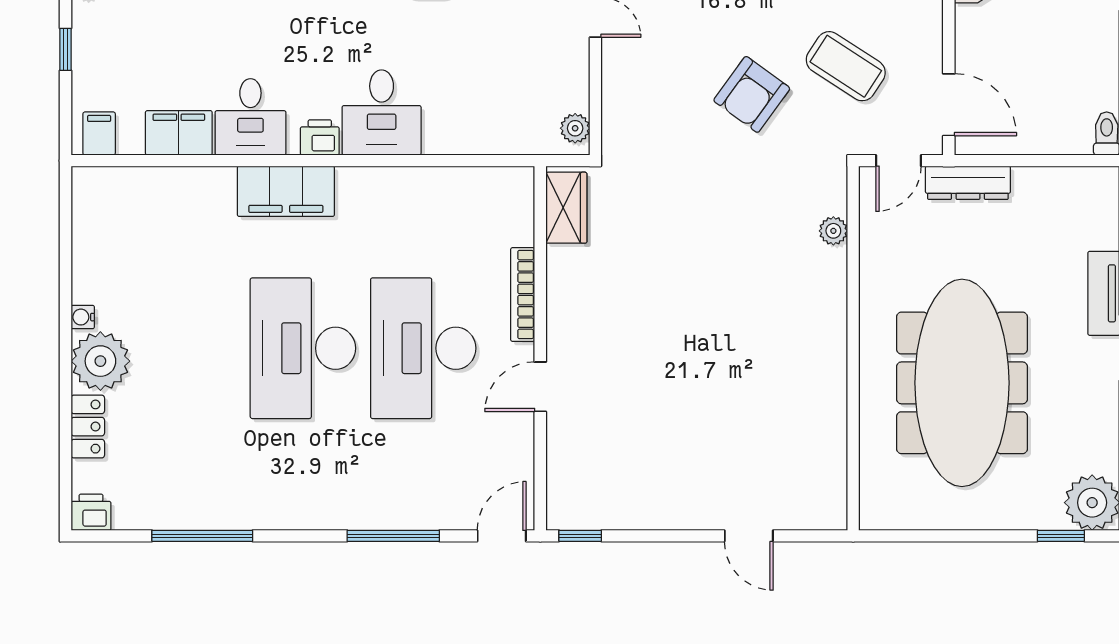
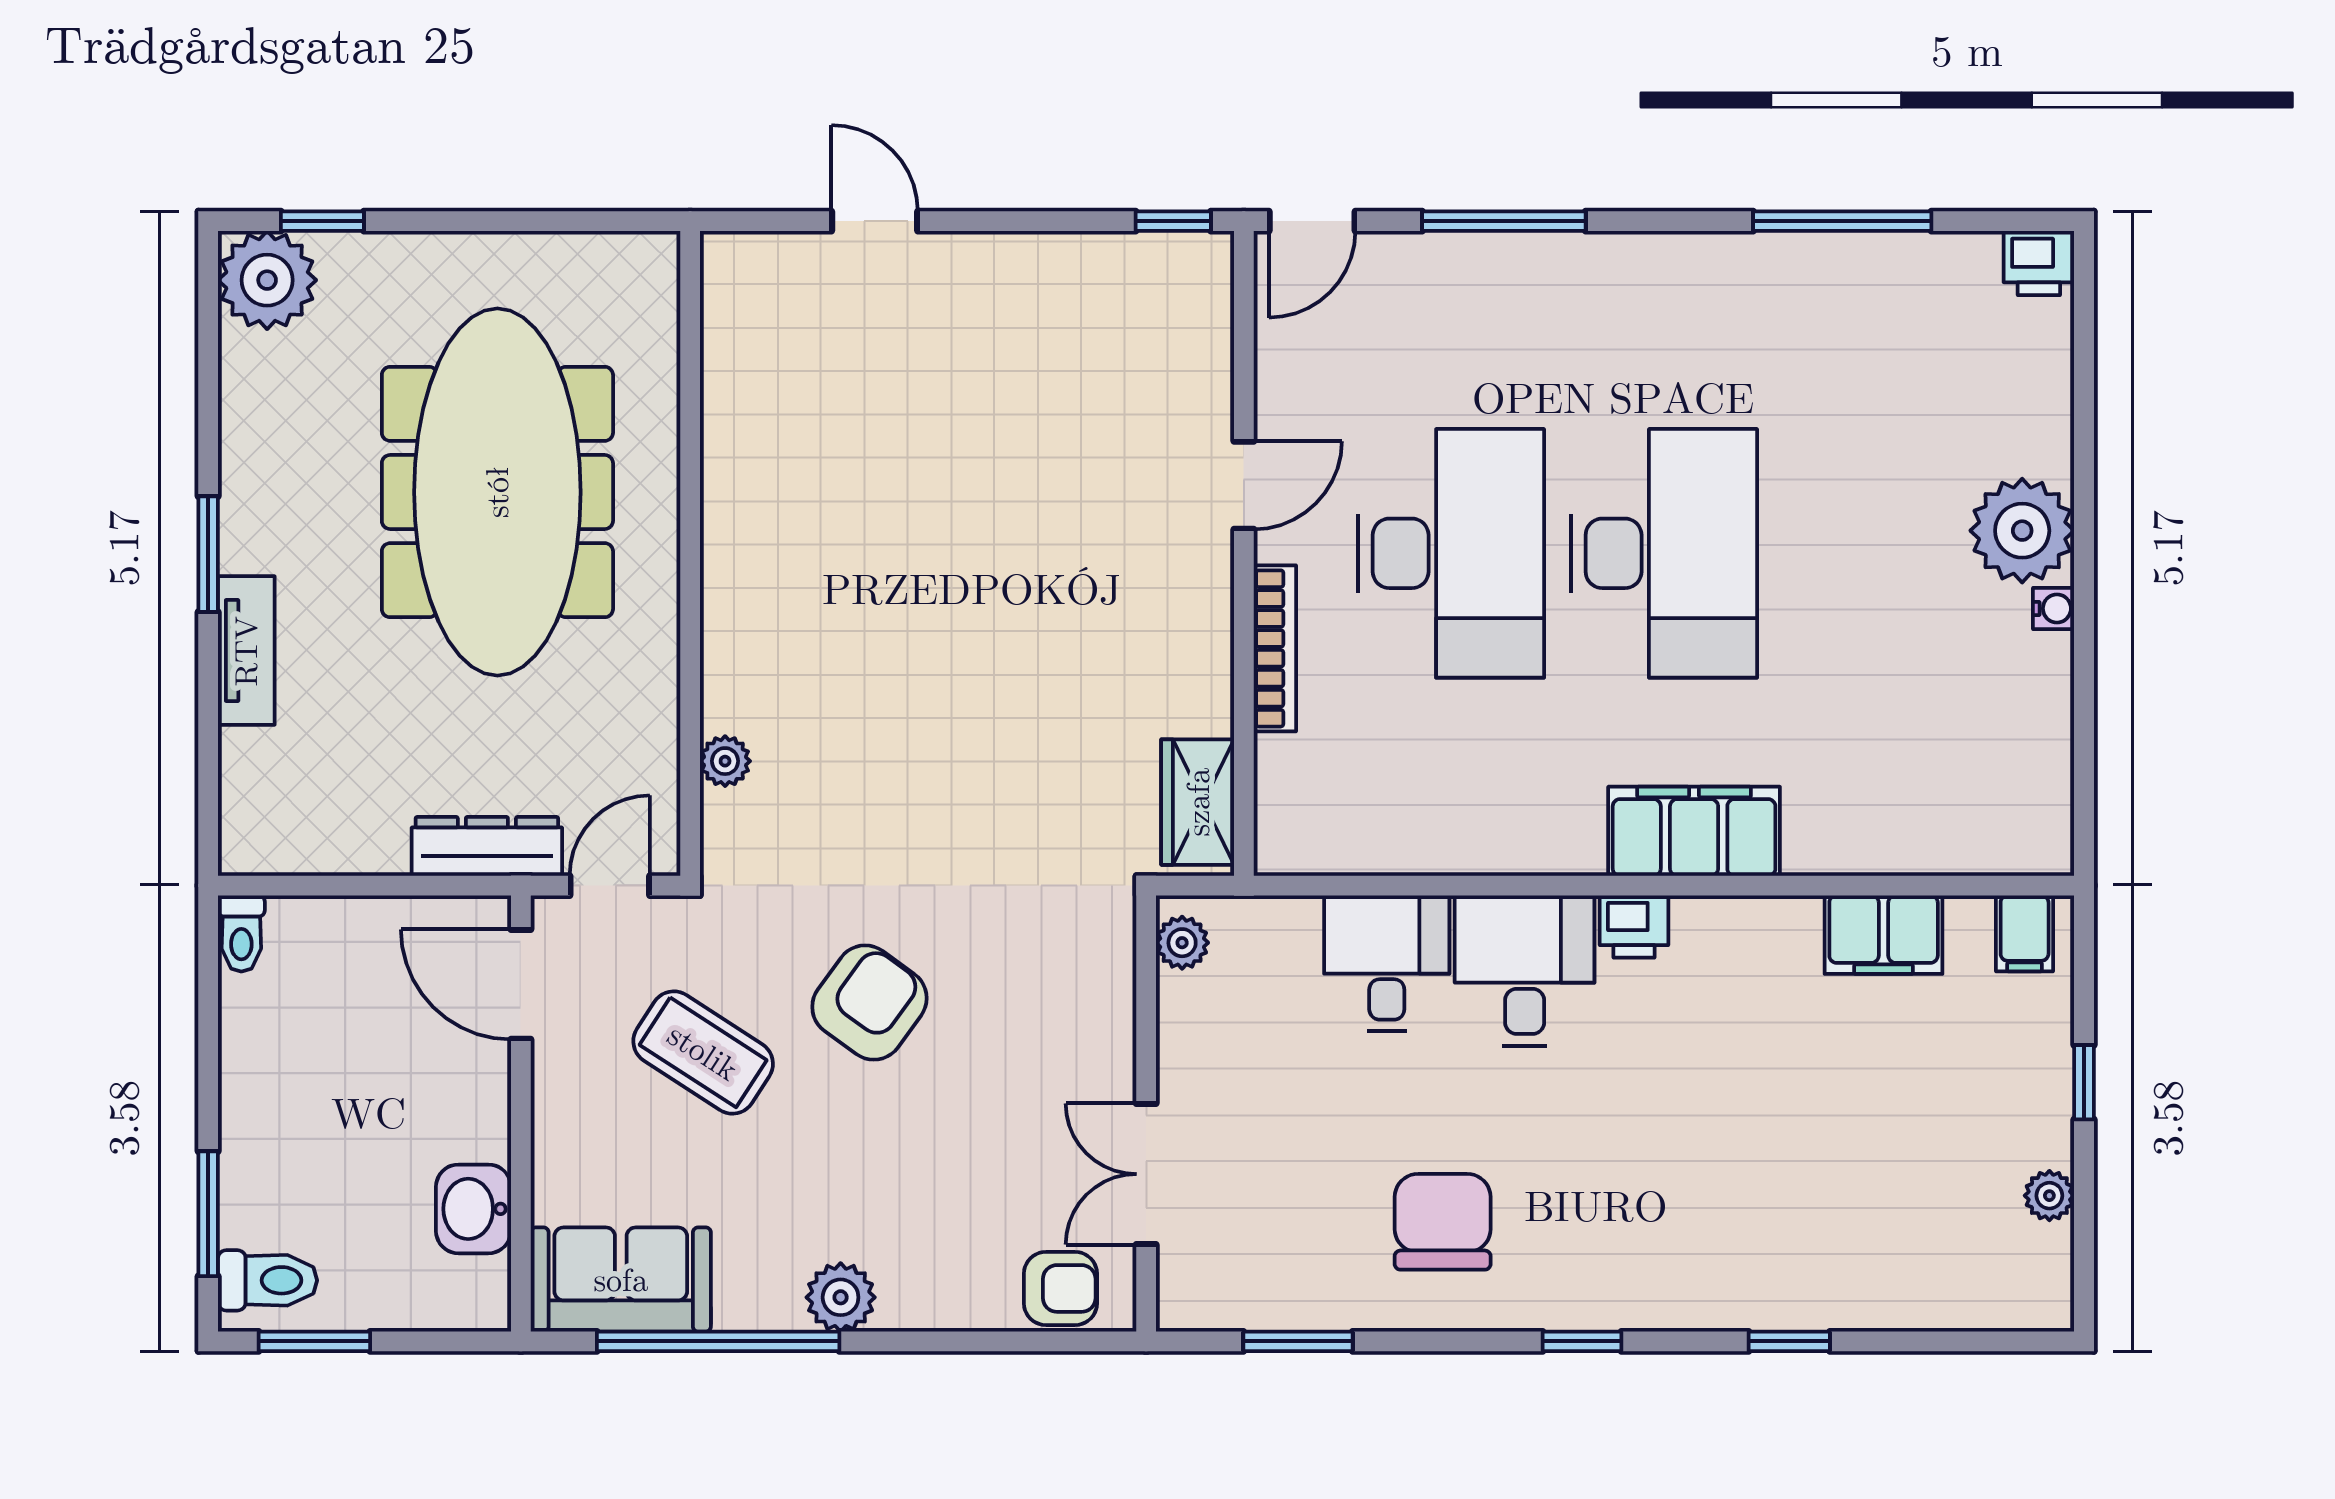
desk: (250, 117) -> (1387, 963), moved
locker: (88, 427) -> (2045, 415), removed

